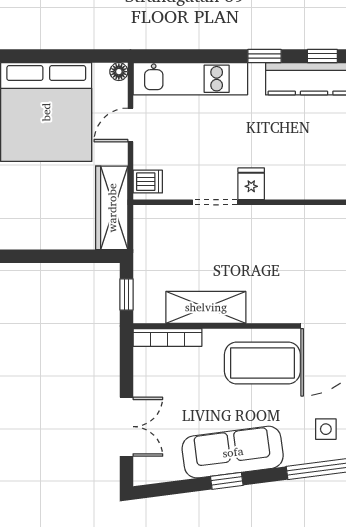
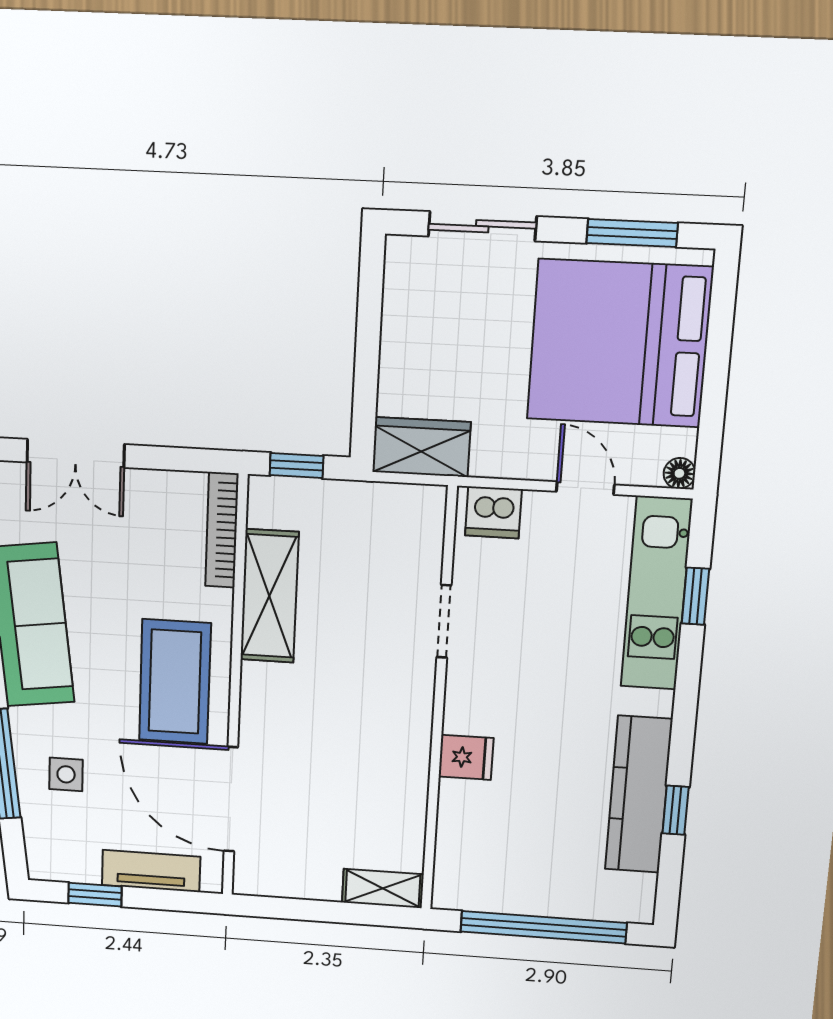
window: (265, 56) -> (695, 596), moved
dishwasher: (148, 182) -> (493, 512), width x1.38
fridge: (251, 184) -> (466, 757), moved
wardrobe: (112, 208) -> (421, 447), width x0.67

